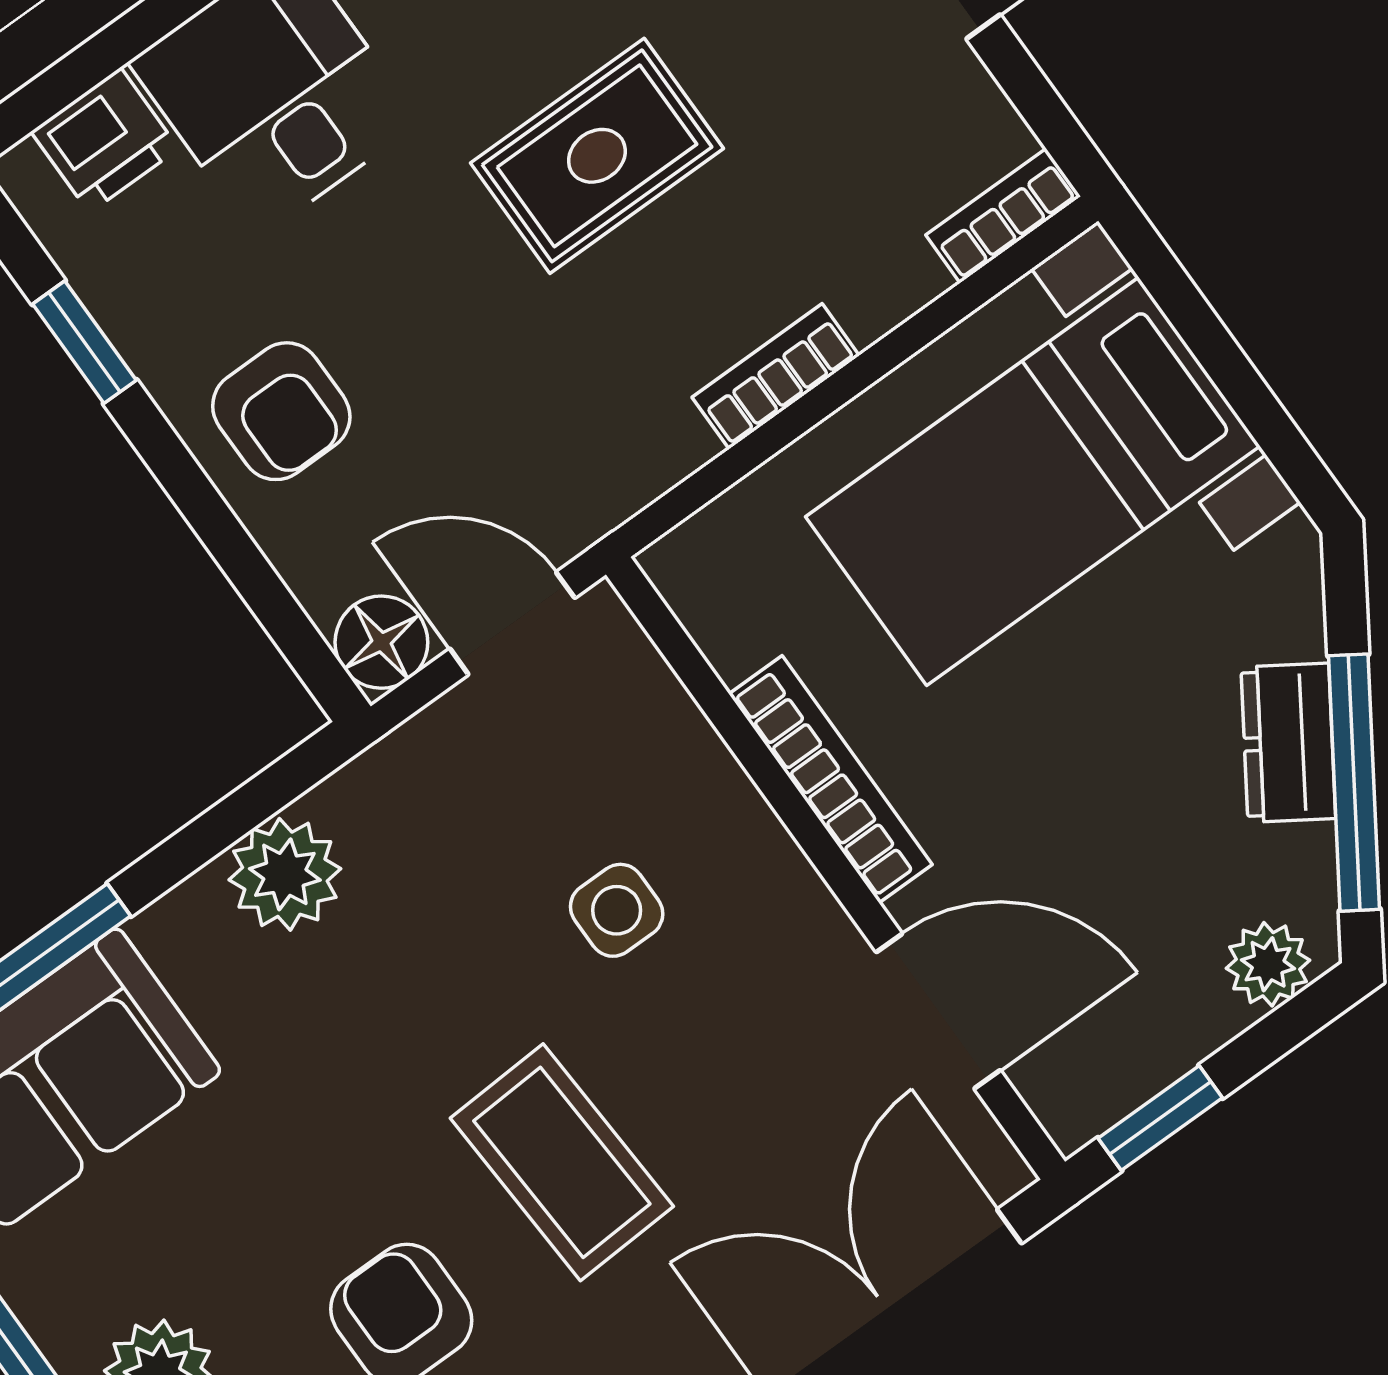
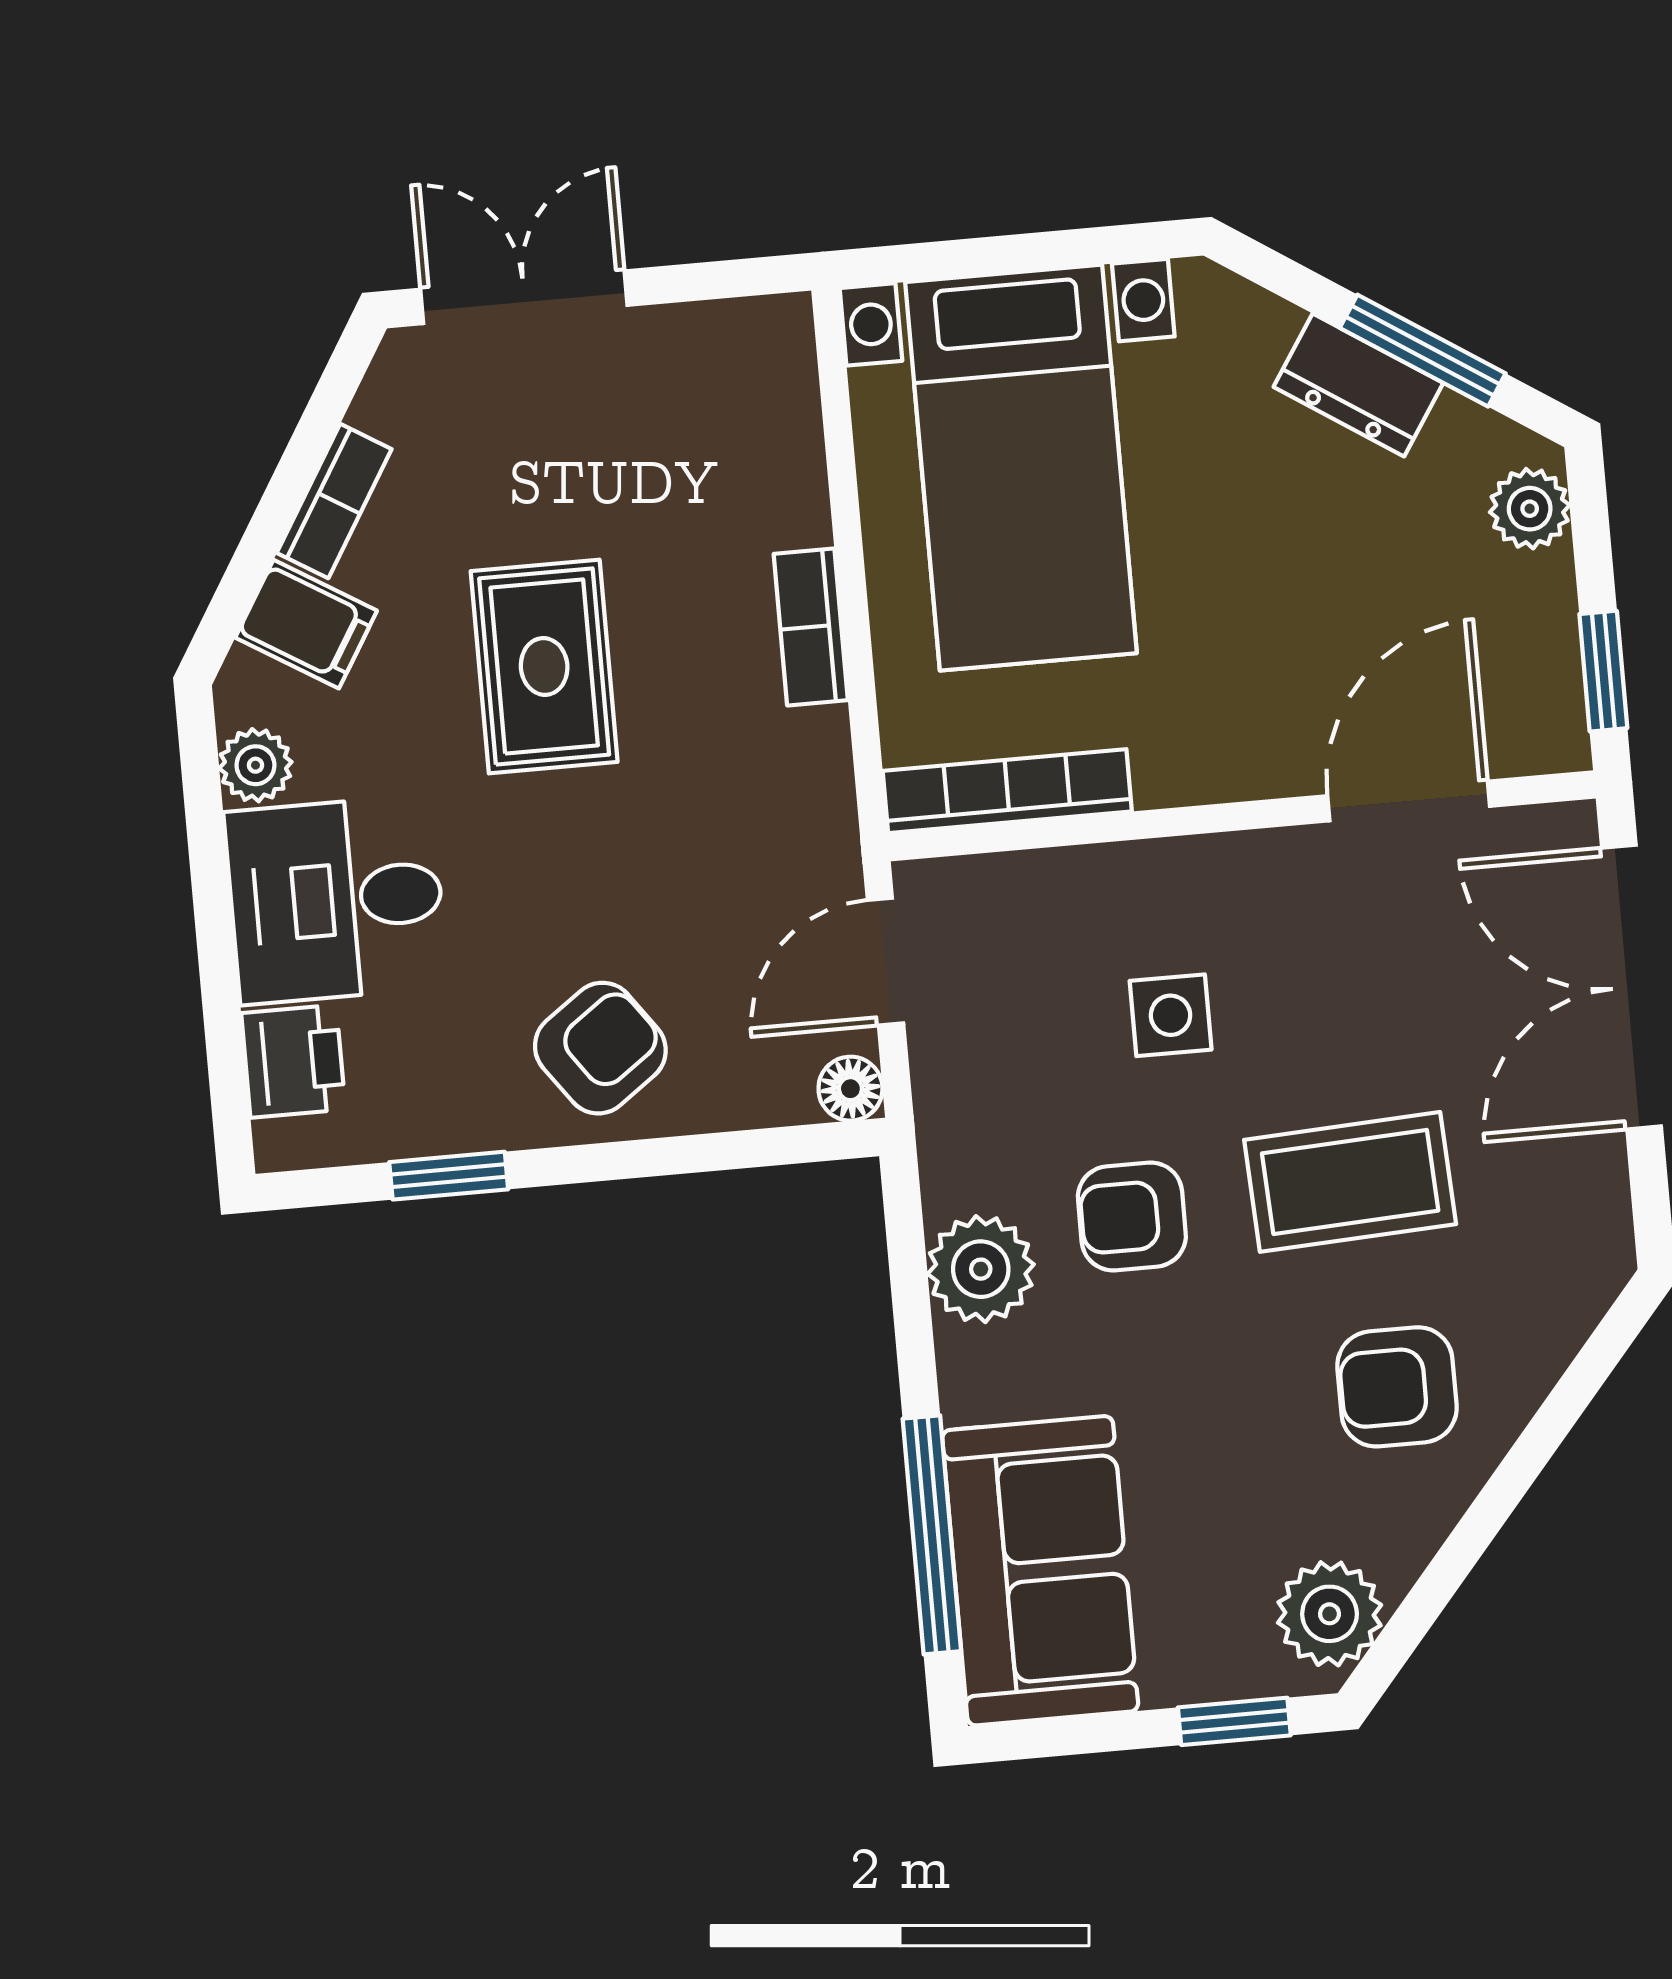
bookcase: (1003, 216) -> (790, 363), removed
armchair: (281, 411) -> (600, 1048), turned -36
floor lamp: (381, 642) -> (850, 1089), width x0.73, depth x0.73
bookcase: (831, 779) -> (1007, 791), moved
window: (1354, 783) -> (1423, 351), width x0.69
armchair: (414, 983) -> (1132, 1216), added

